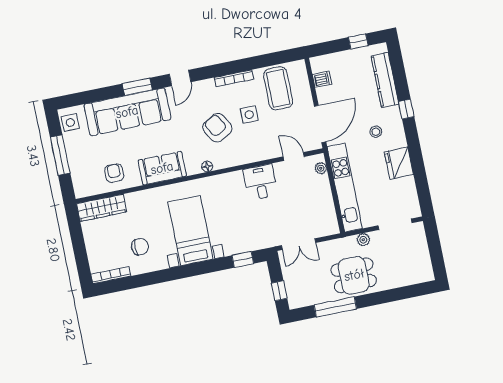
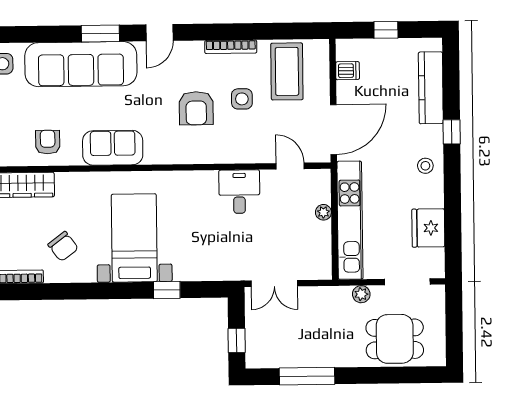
window: (358, 41) -> (386, 30), moved
armchair: (217, 128) -> (196, 108), turned -150
stool: (376, 132) -> (425, 166), moved
fridge: (399, 163) -> (428, 228), moved
floor lamp: (207, 166) -> (173, 157), removed
plant: (321, 168) -> (323, 212), moved
chair: (140, 247) -> (63, 246), turned 53
window: (243, 260) -> (167, 290), moved
dining table: (354, 275) -> (395, 339), moved

